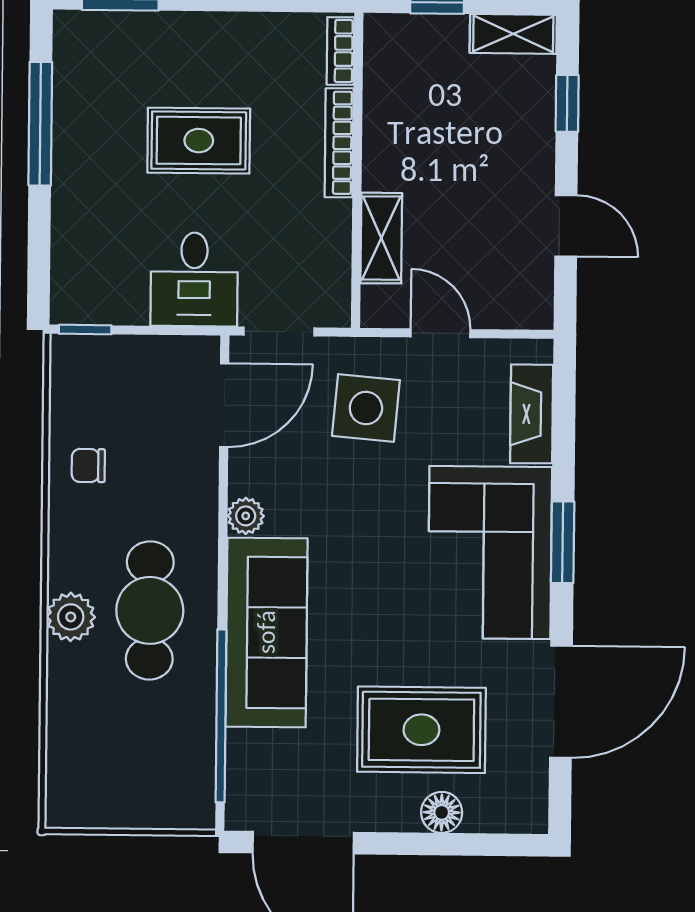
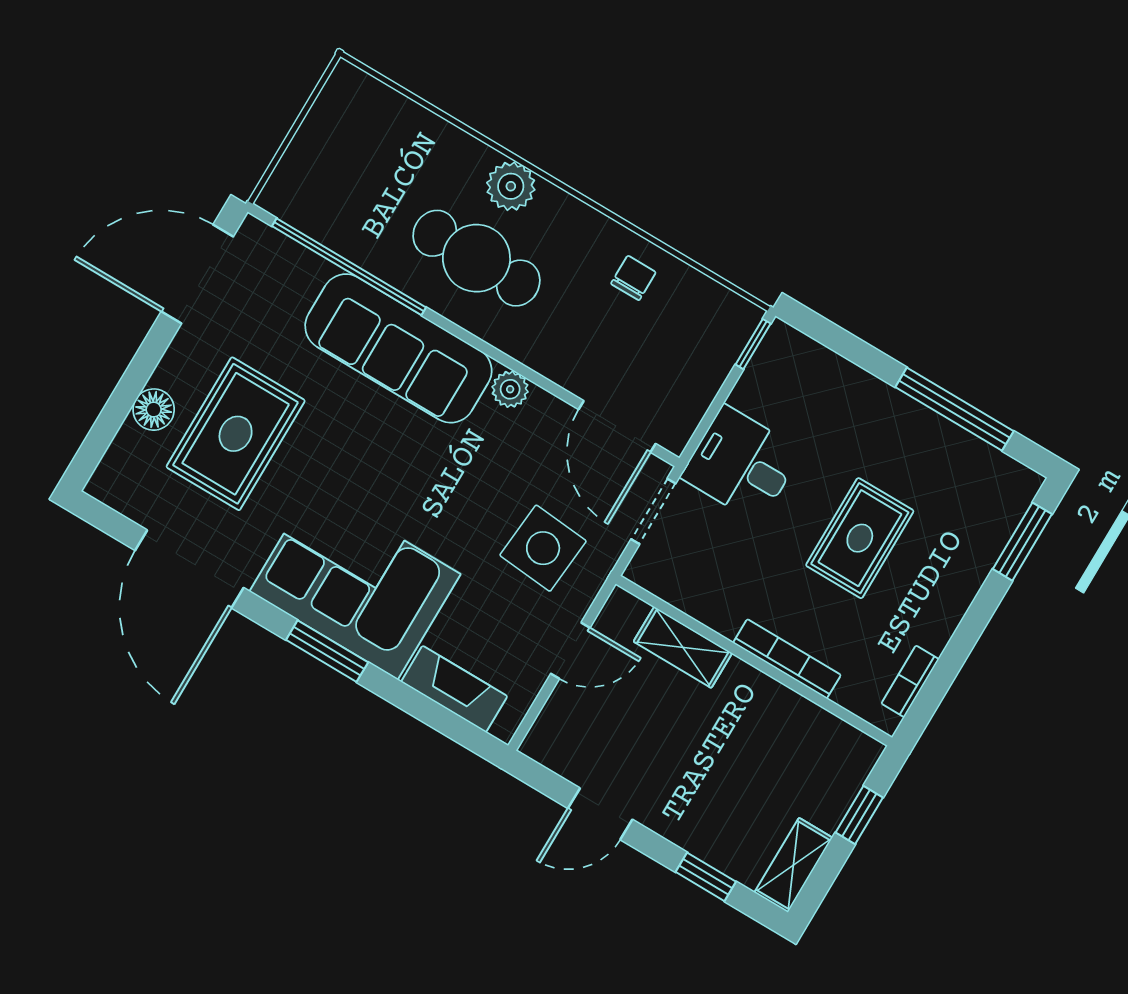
bookcase: (340, 51) -> (910, 681), moved, turned -90

